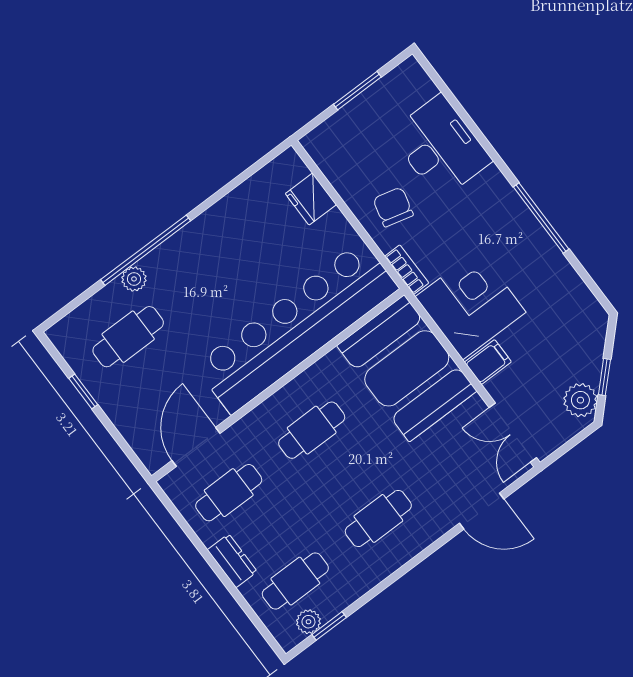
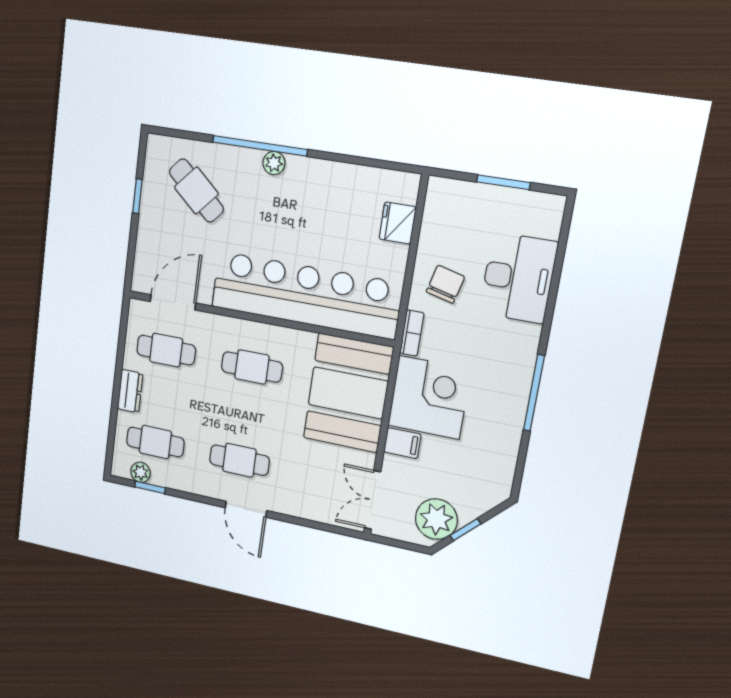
plant: (134, 279) -> (274, 163), moved
cafe table: (128, 337) -> (196, 190), turned 42
plant: (580, 400) -> (436, 519), width x1.36, depth x1.36
door: (482, 511) -> (246, 509), moved

